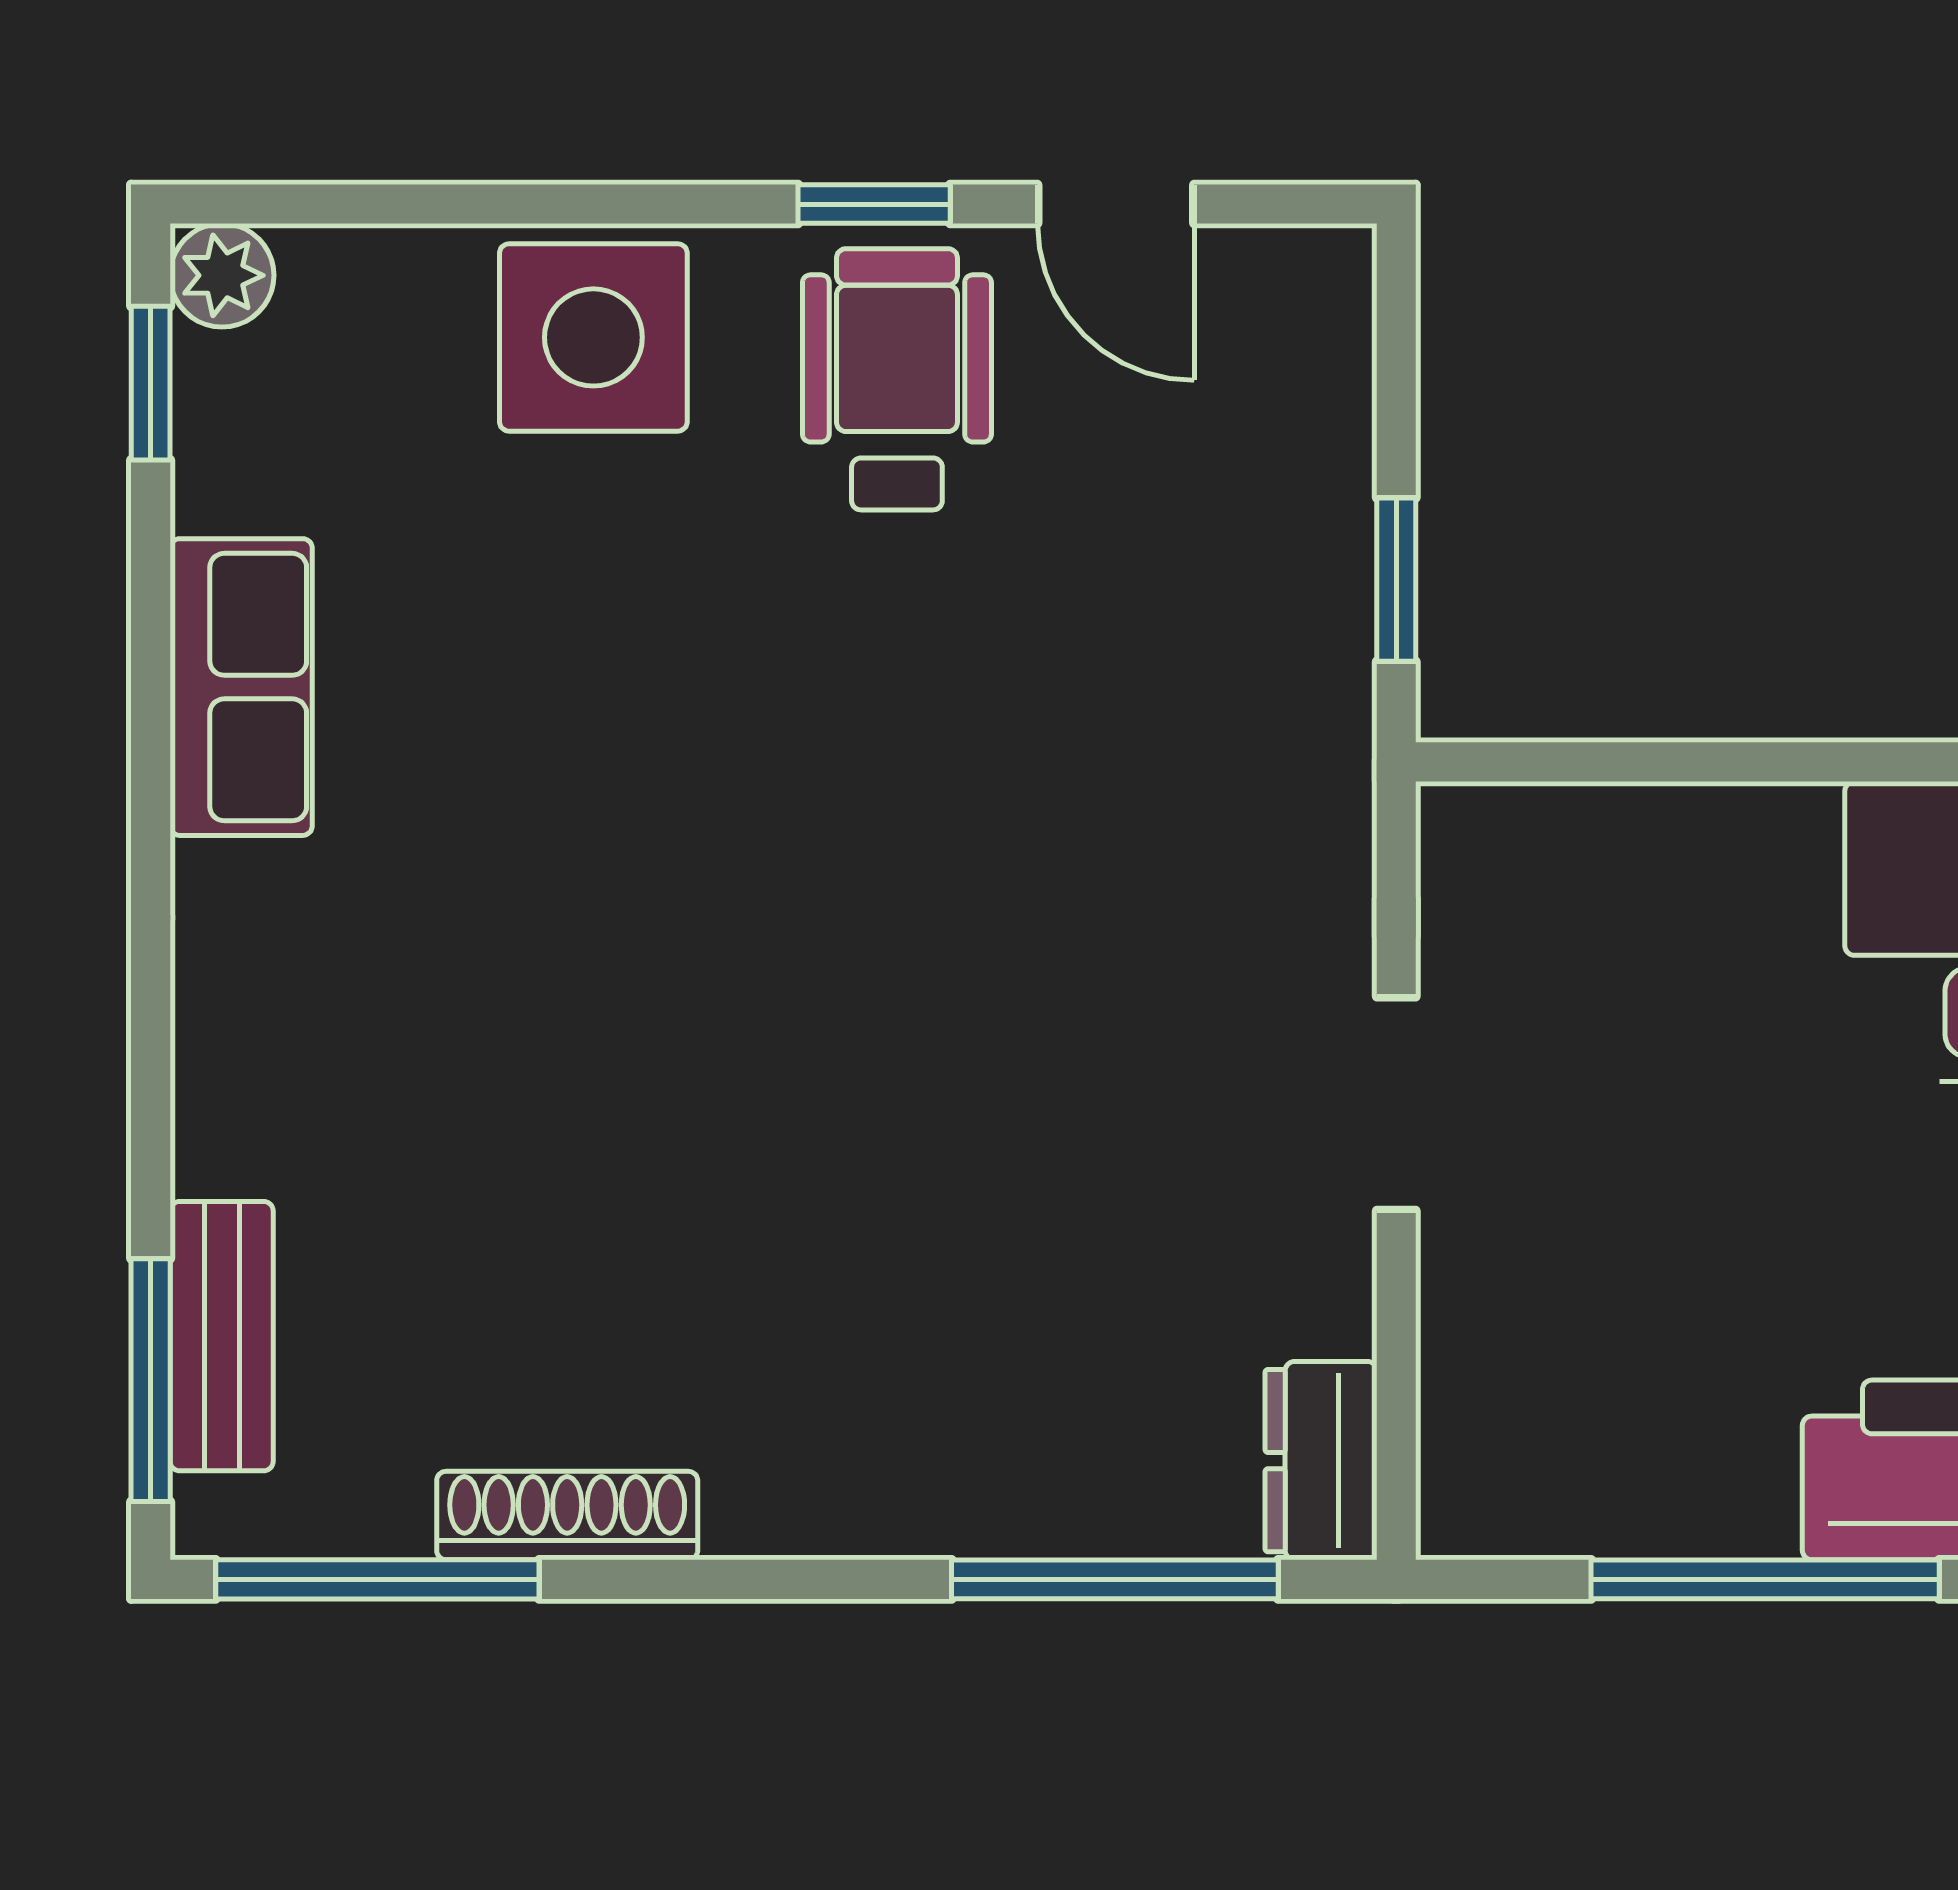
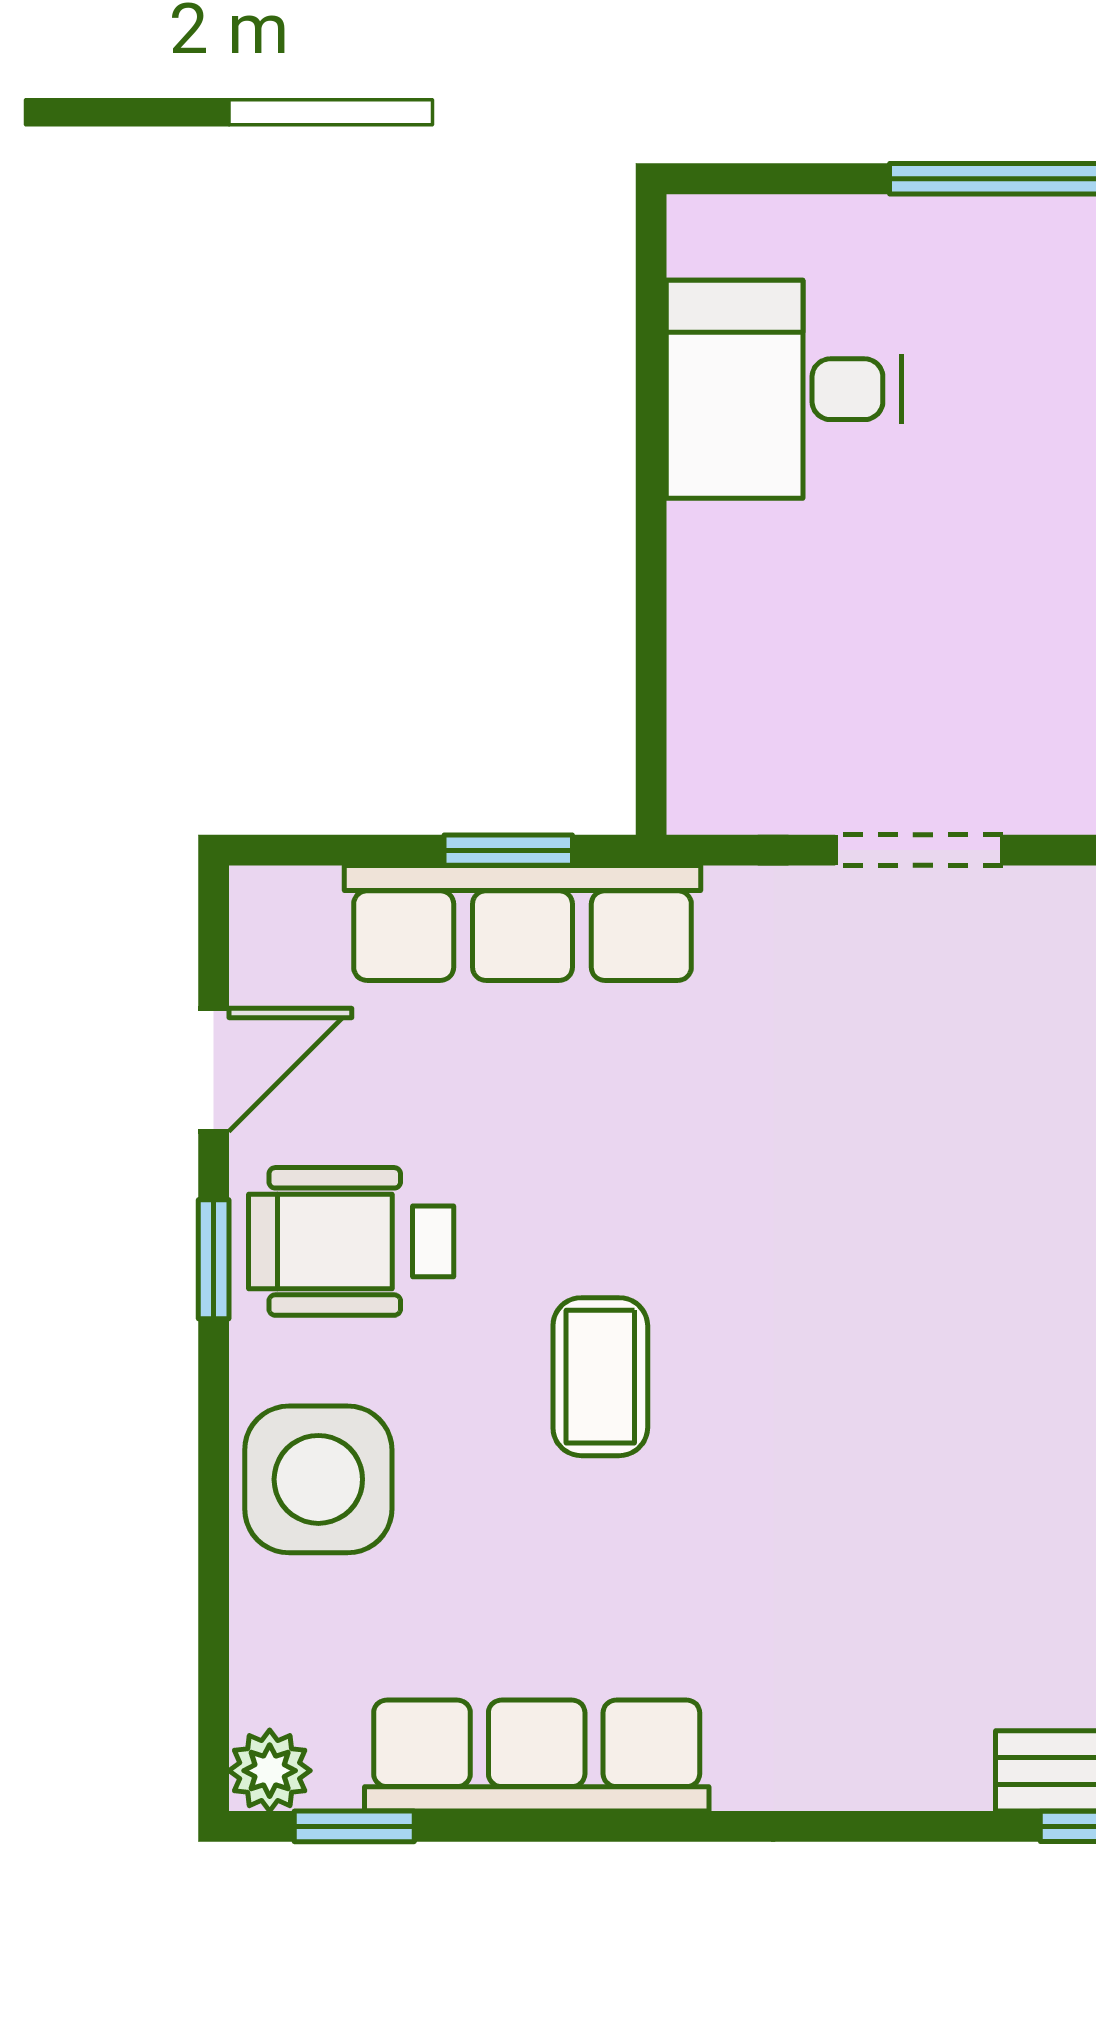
row of seats: (1303, 598) -> (522, 923), added
row of seats: (241, 687) -> (537, 1756), width x1.48
coffee table: (724, 697) -> (600, 1377), added

